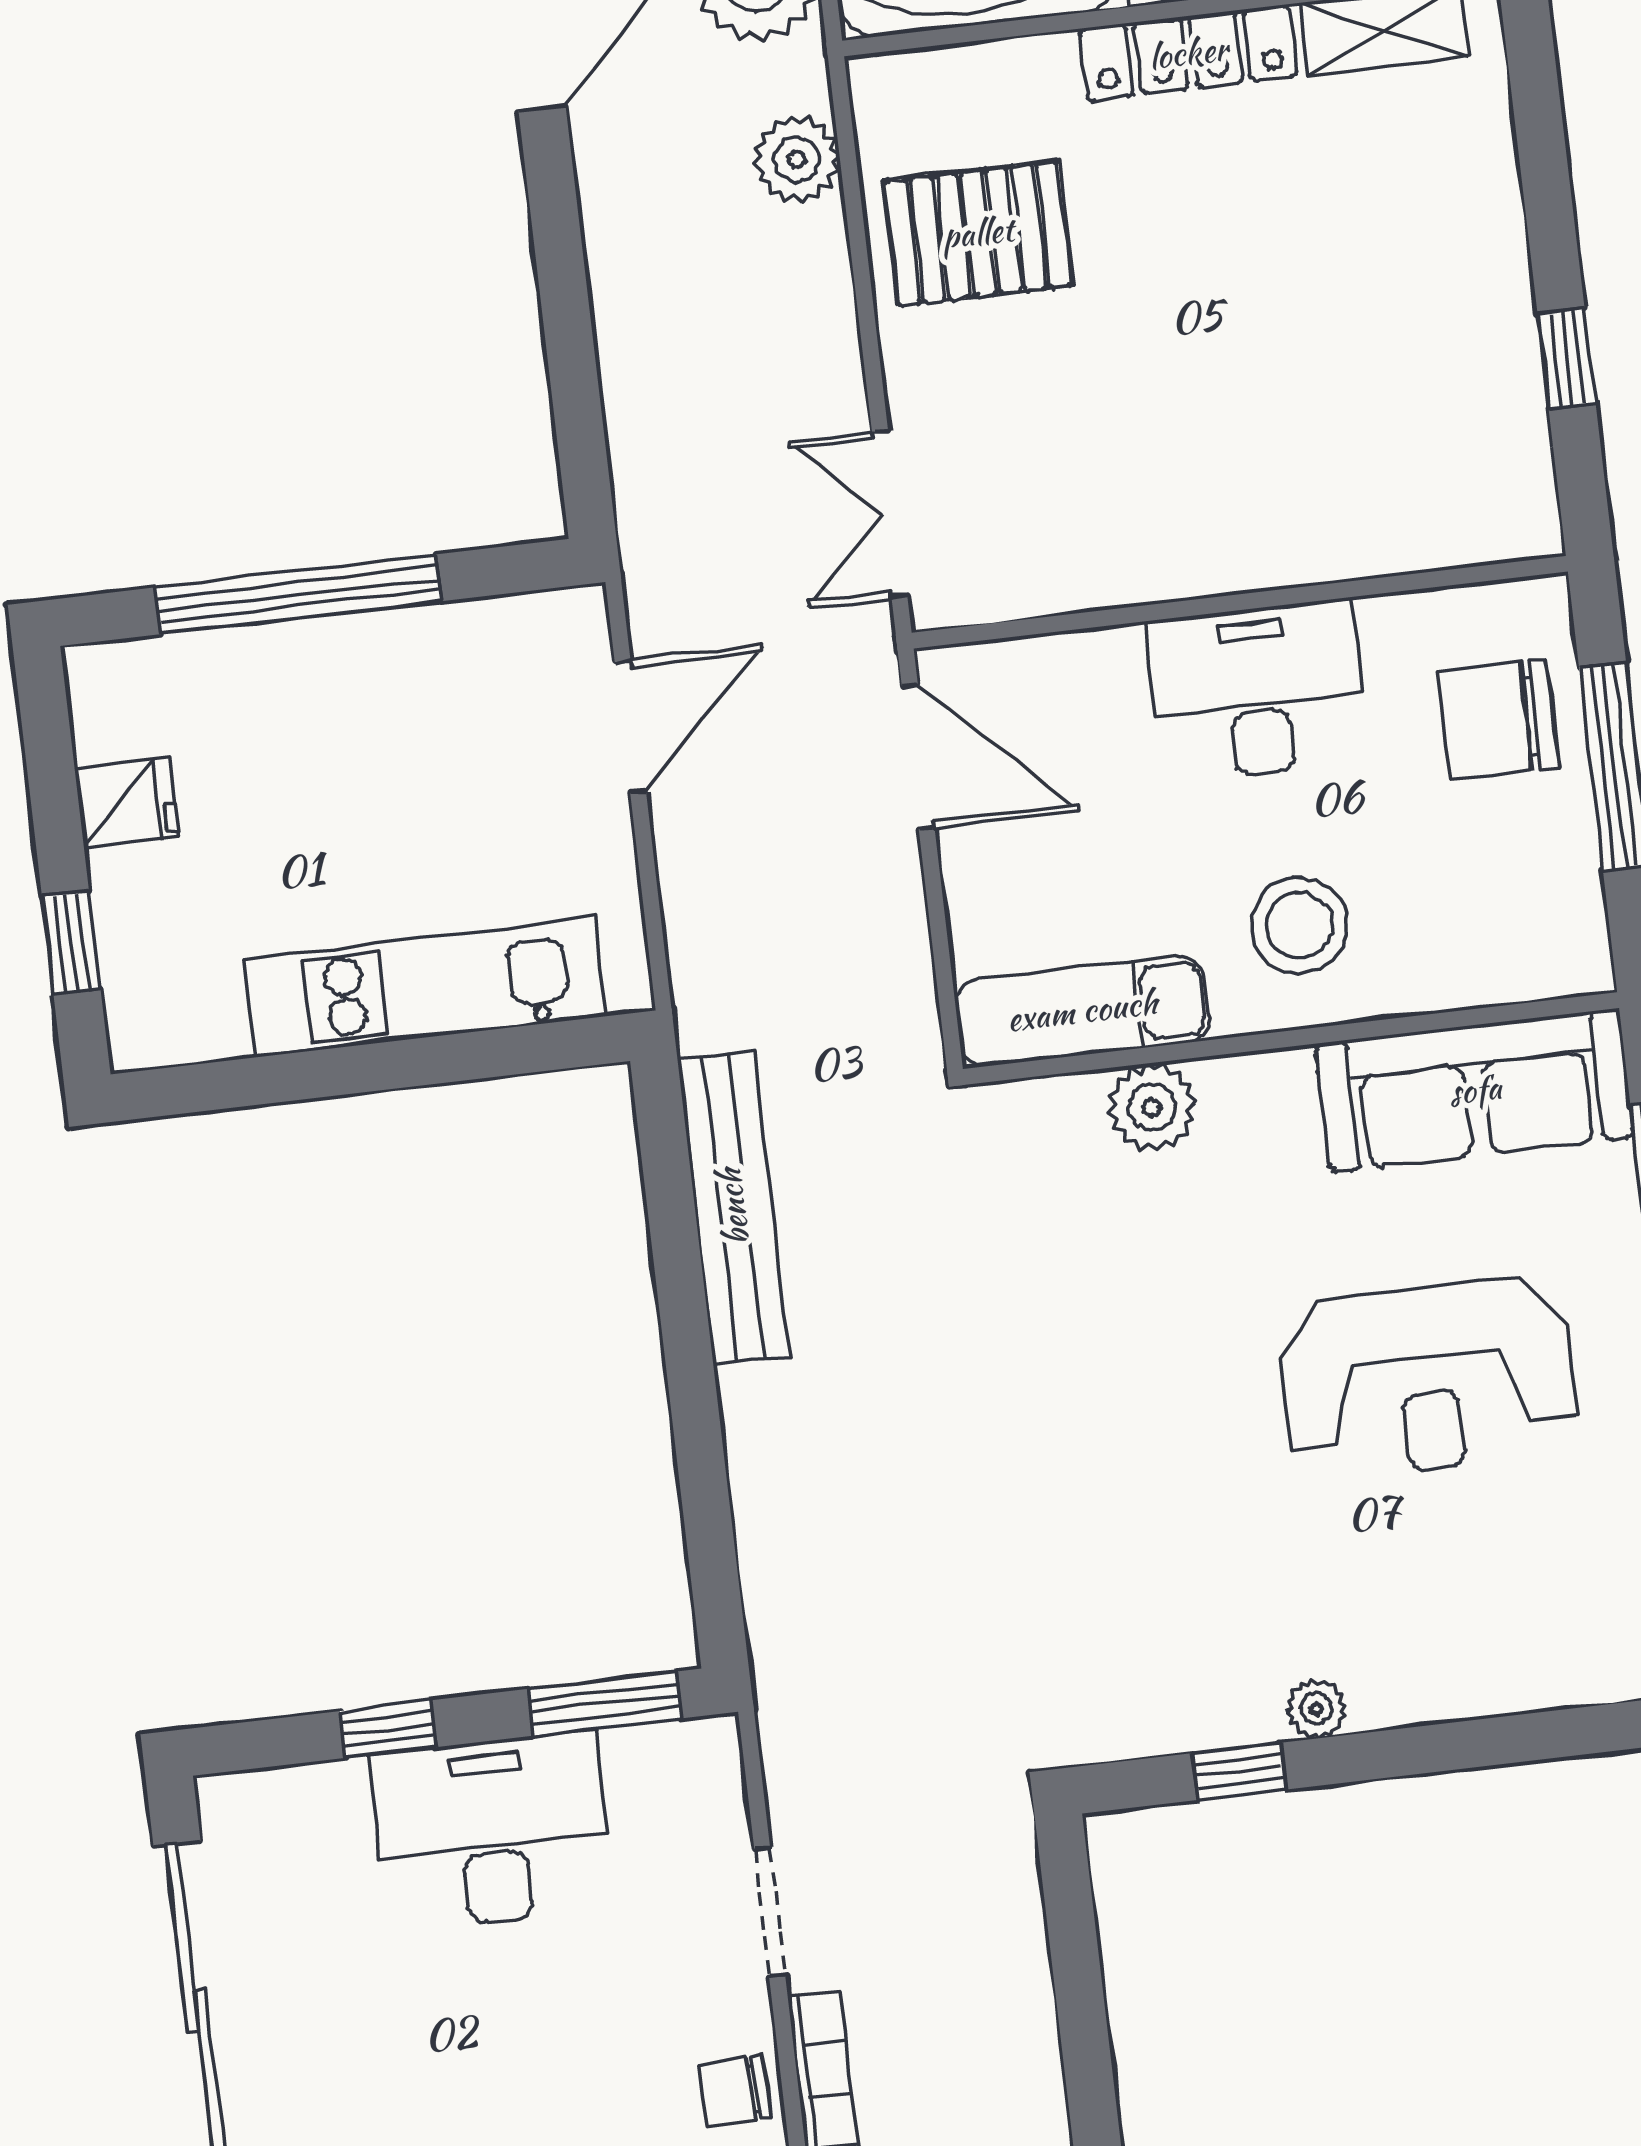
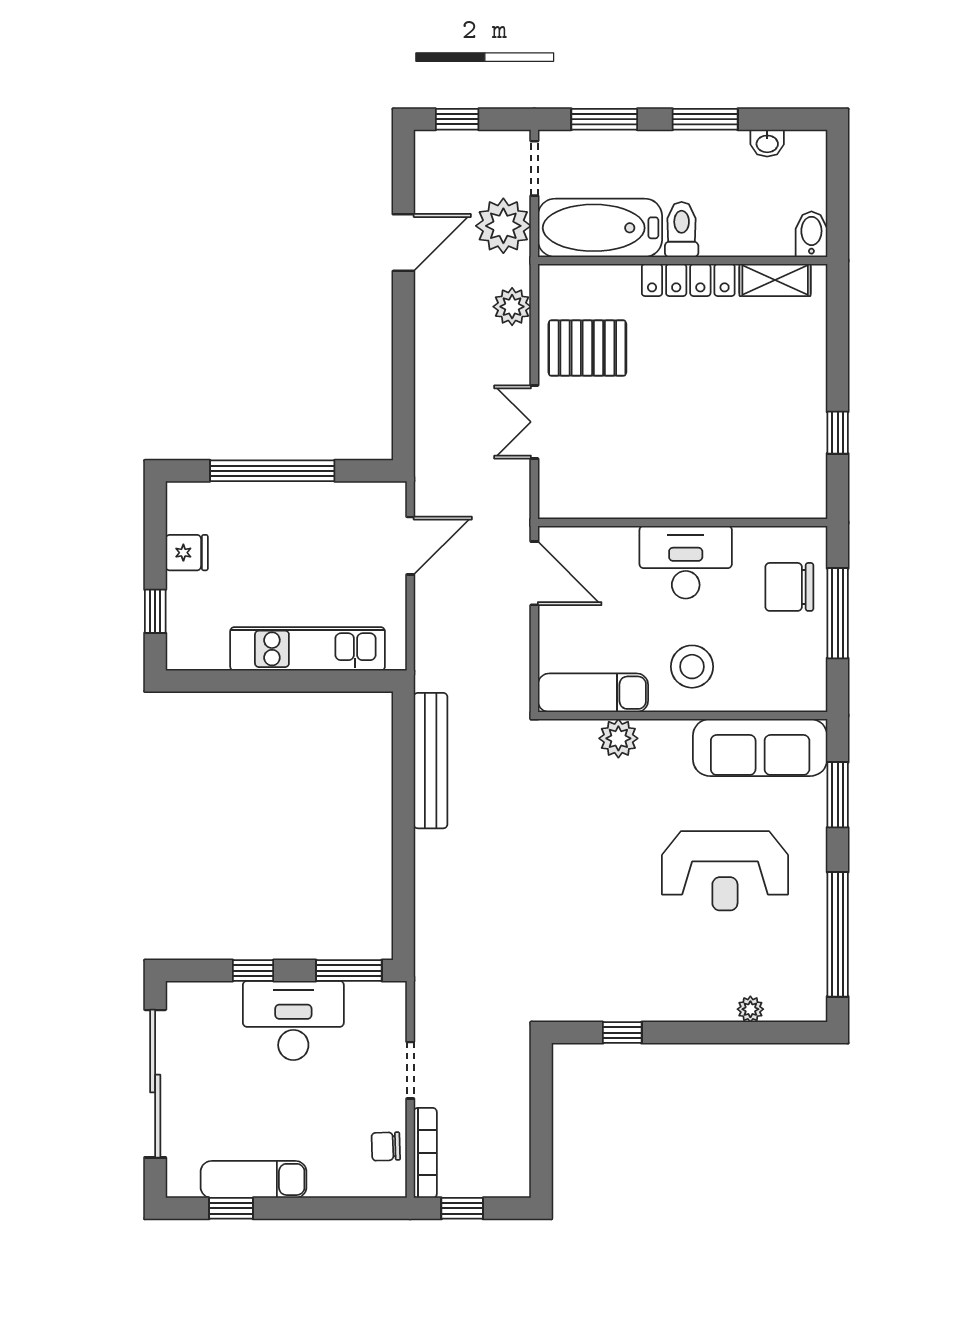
double door: (890, 514) -> (534, 422), moved
plant: (1316, 1709) -> (750, 1009), moved

